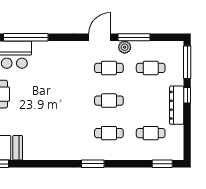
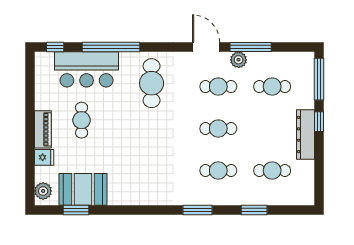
door: (99, 37) -> (206, 47), hinge flipped
cafe table: (57, 65) -> (152, 83), added
window: (162, 164) -> (254, 210), moved

